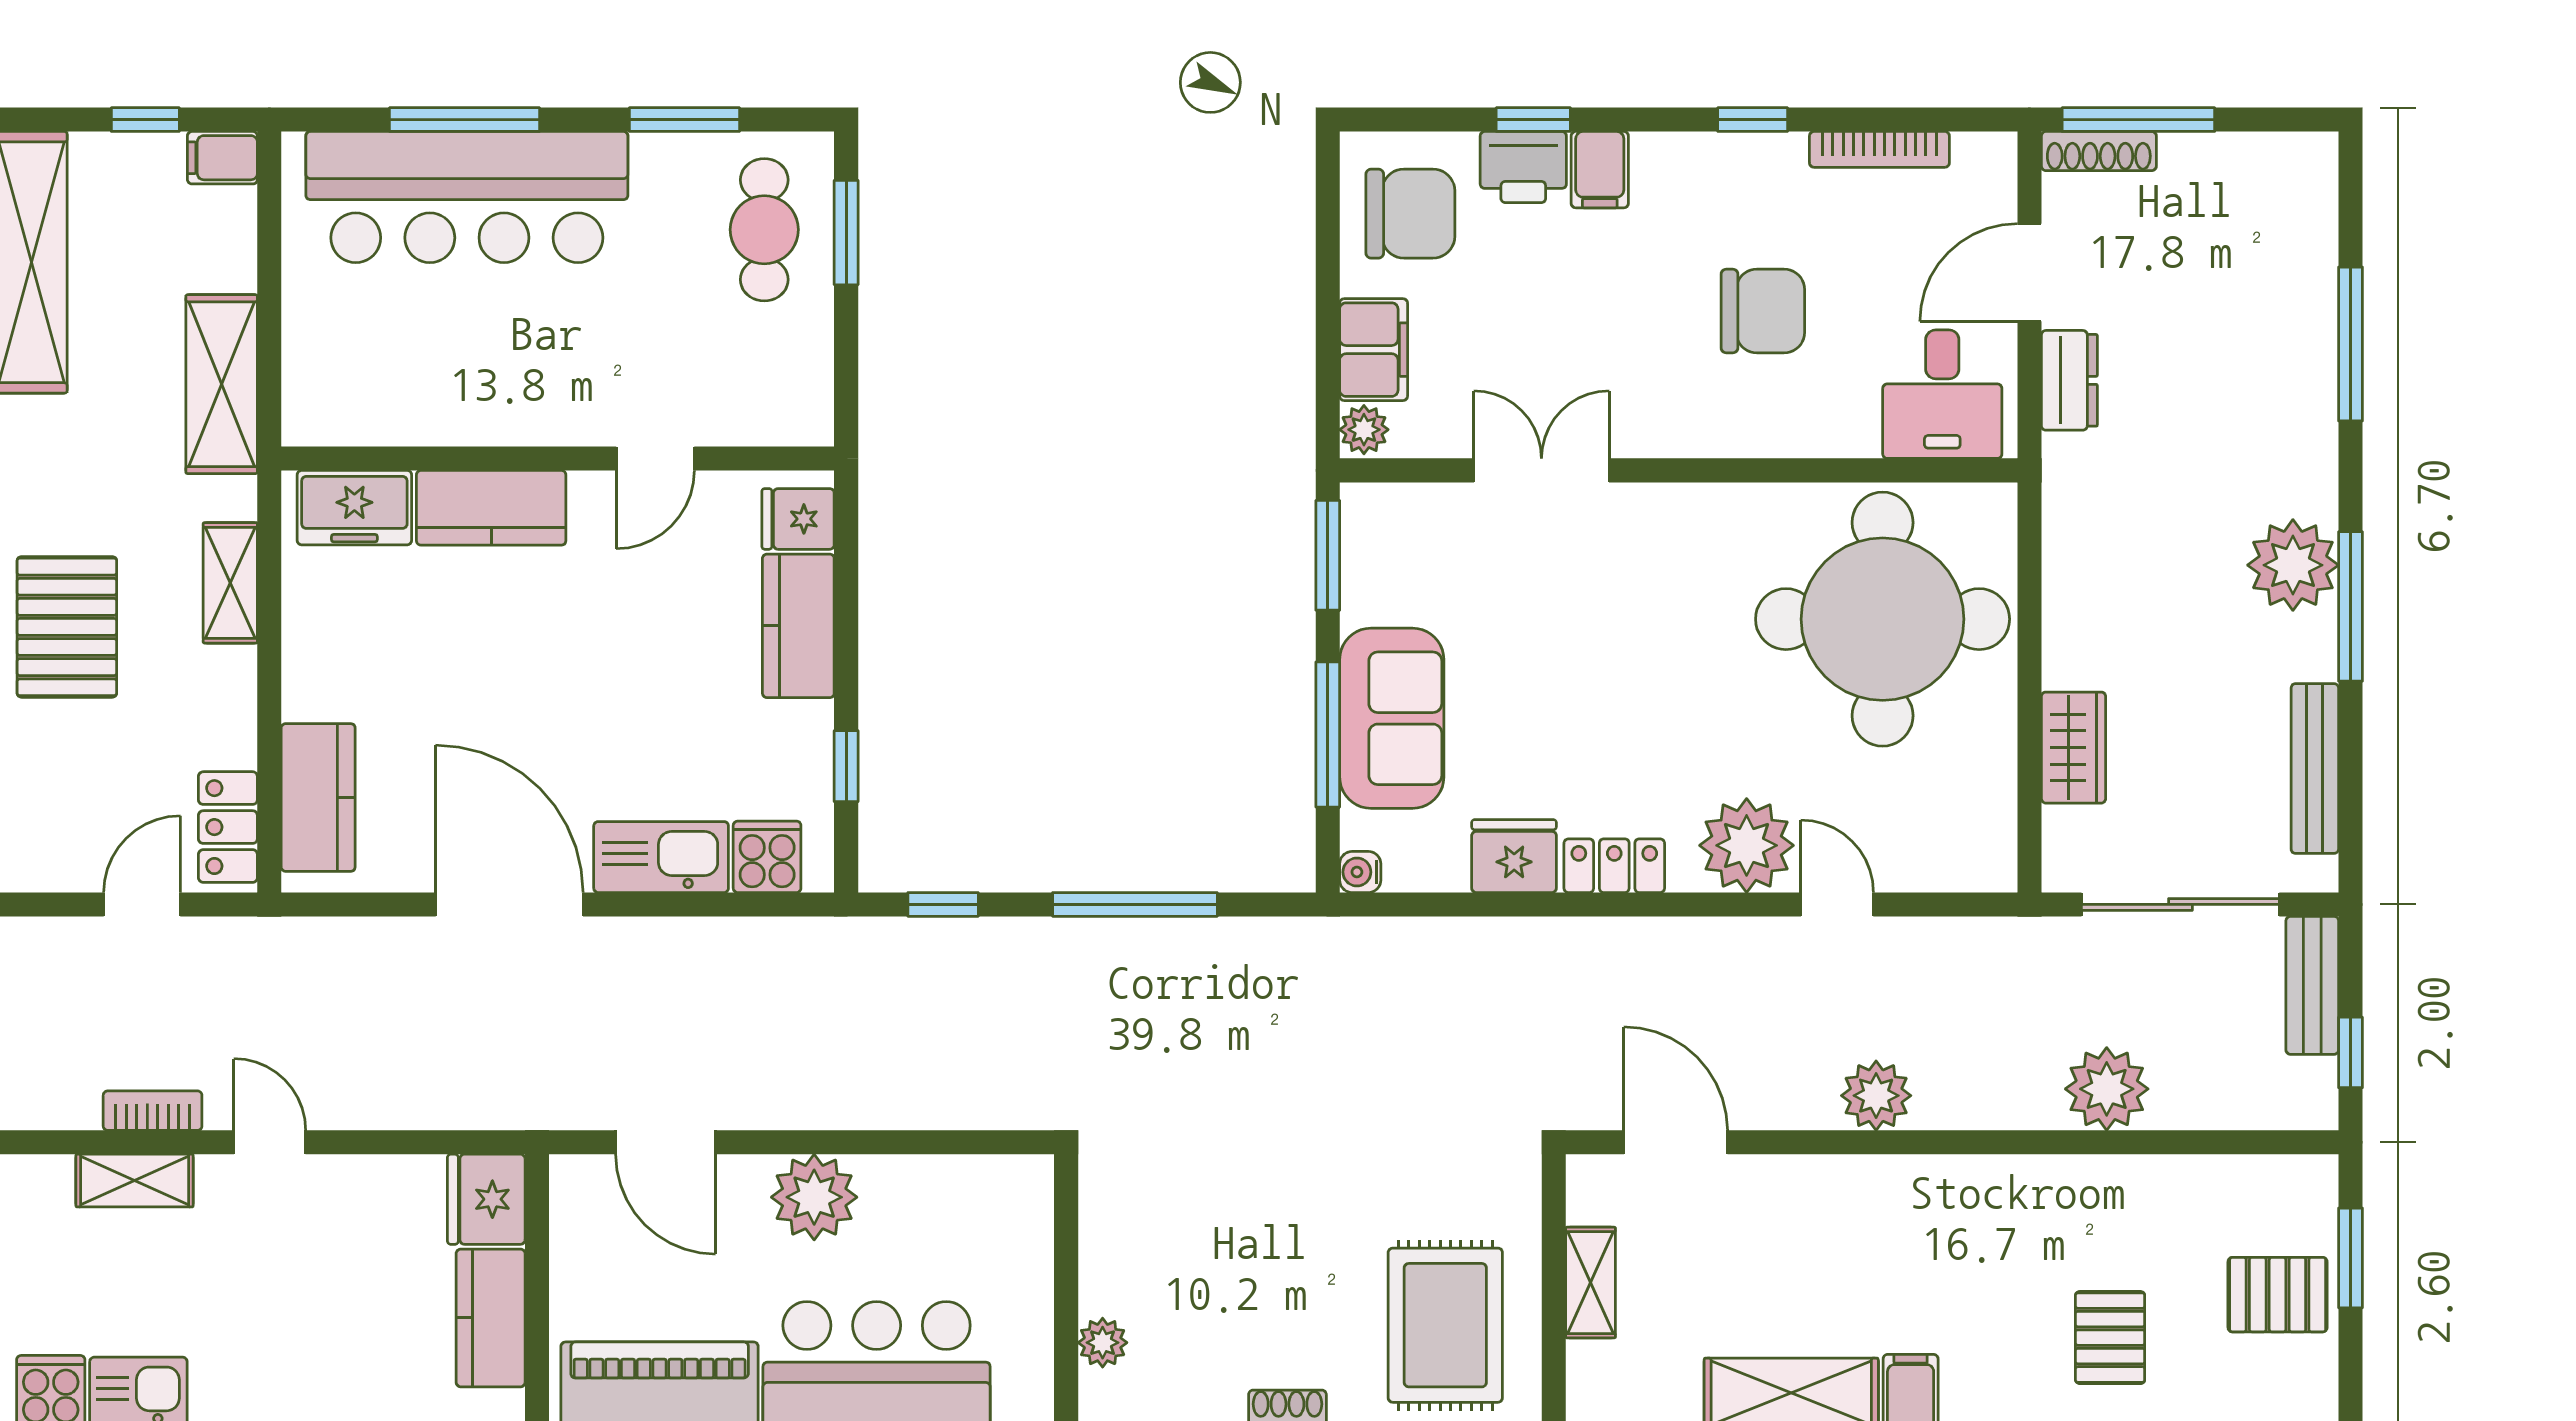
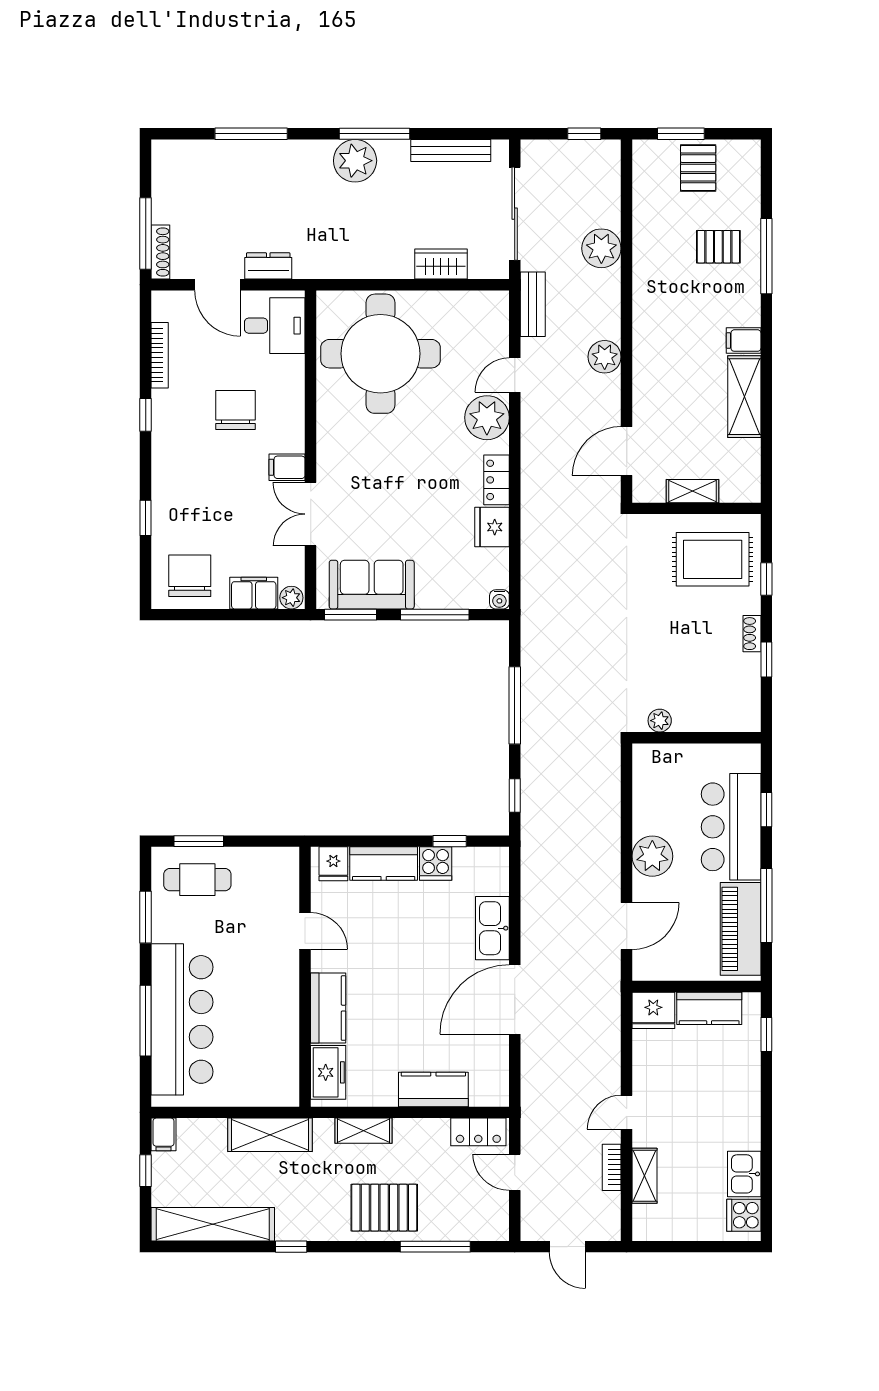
printer: (1523, 167) -> (168, 523), removed
filing cabinet: (1600, 170) -> (287, 467), moved, turned 180
sofa: (1392, 718) -> (372, 585), moved
kitchen counter: (318, 797) -> (433, 1089), moved
cooker: (767, 857) -> (436, 864), moved, turned -90
bench: (2312, 985) -> (533, 304), moved, turned 90
plant: (1103, 1343) -> (660, 721), moved

